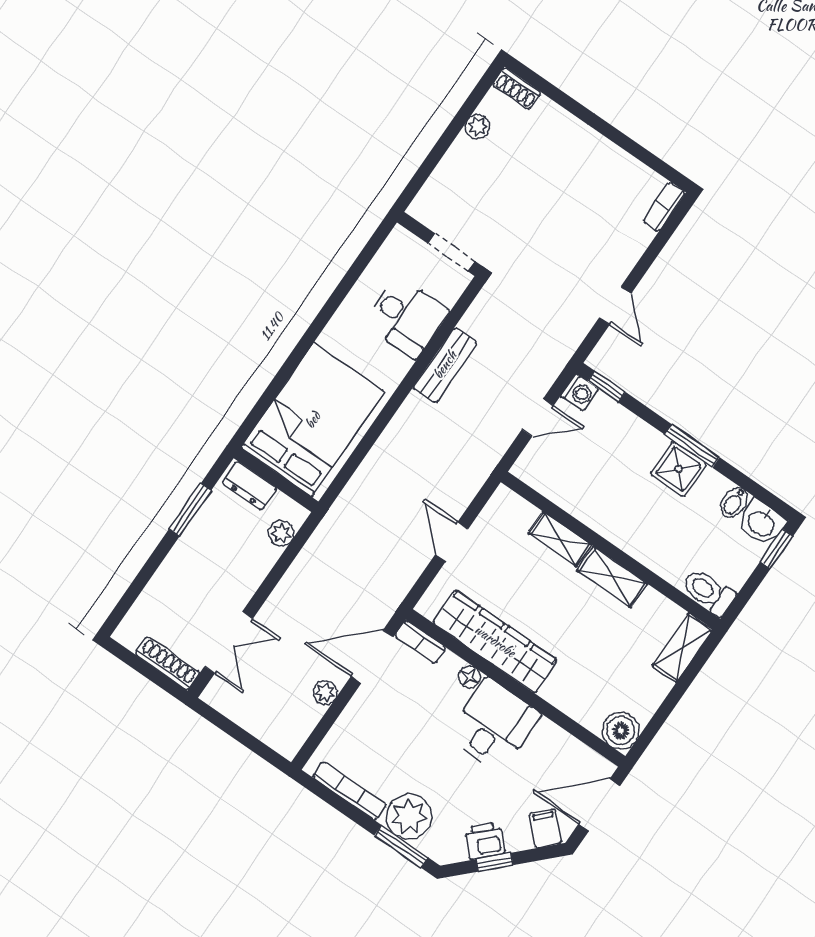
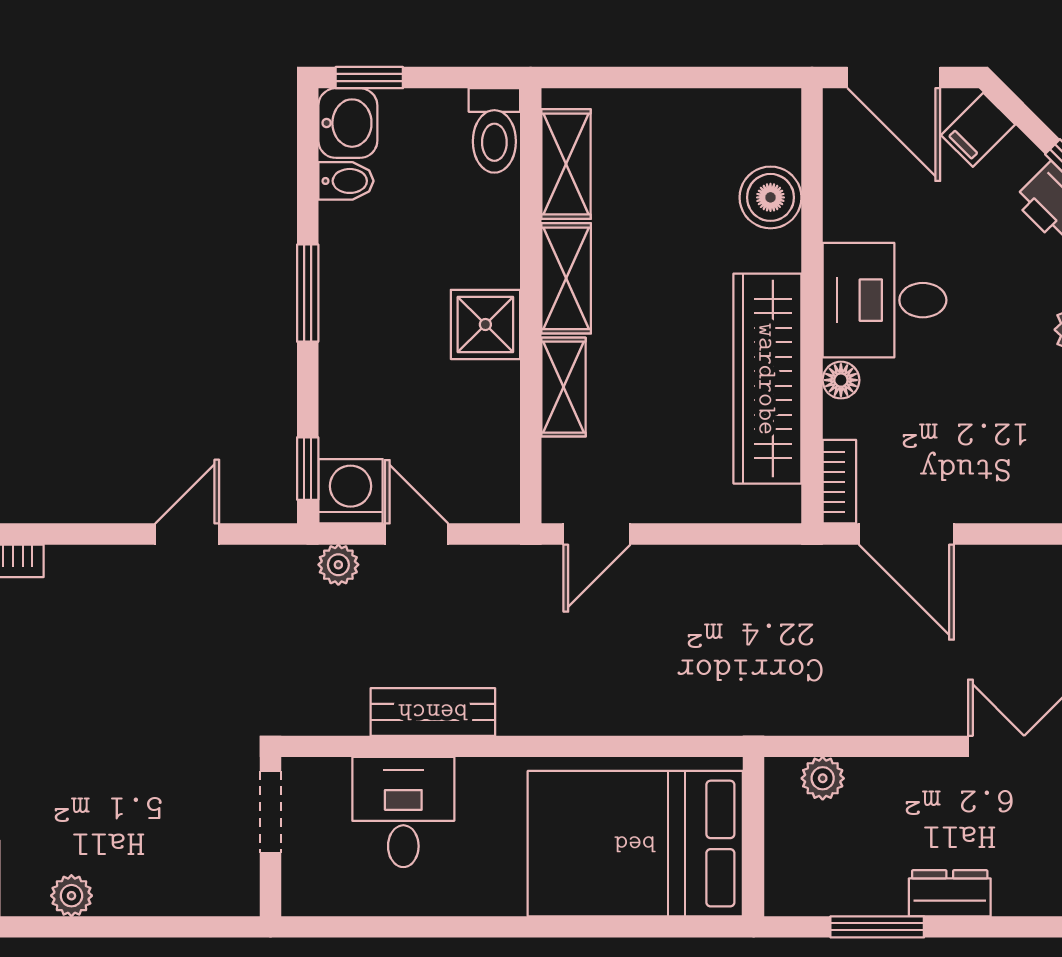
washing machine: (580, 392) -> (350, 491), width x1.38, depth x1.38
shower: (678, 469) -> (485, 324), moved
dresser: (249, 486) -> (950, 893), moved, turned -90
door: (452, 542) -> (597, 534), moved
shelving: (683, 648) -> (566, 164), moved, turned 90
plant: (325, 693) -> (338, 565), moved
boiler: (621, 731) -> (770, 197), moved

